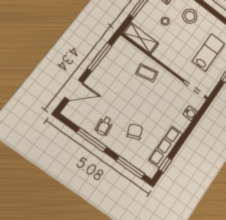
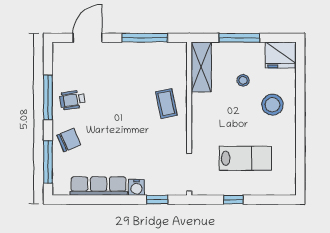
door: (74, 90) -> (87, 38), swing flipped
water cooler: (190, 113) -> (137, 187), moved
chair: (135, 132) -> (69, 140), moved
window: (165, 165) -> (157, 200), moved

